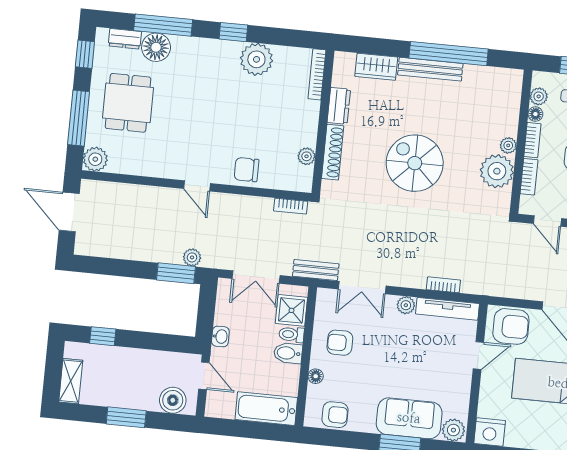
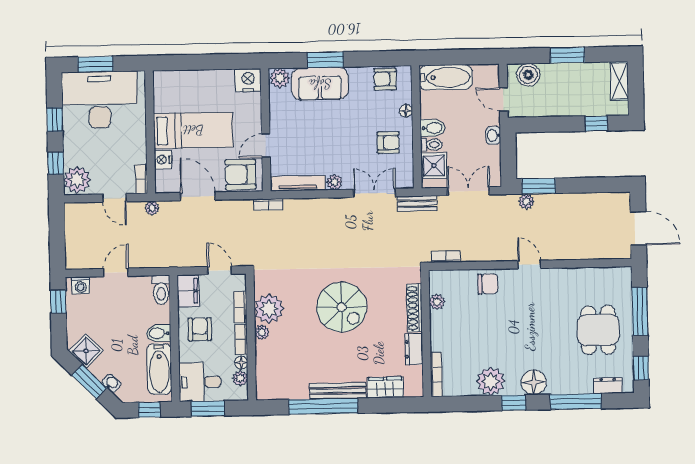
floor lamp: (156, 47) -> (534, 382), moved
plant: (95, 159) -> (621, 277), removed
bookcase: (443, 285) -> (268, 204), moved

